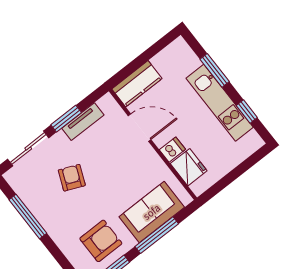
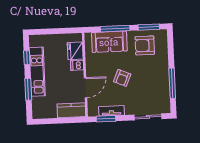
window: (66, 119) -> (106, 119), moved
door: (140, 128) -> (85, 88), swing flipped
armchair: (72, 178) -> (122, 78), moved

